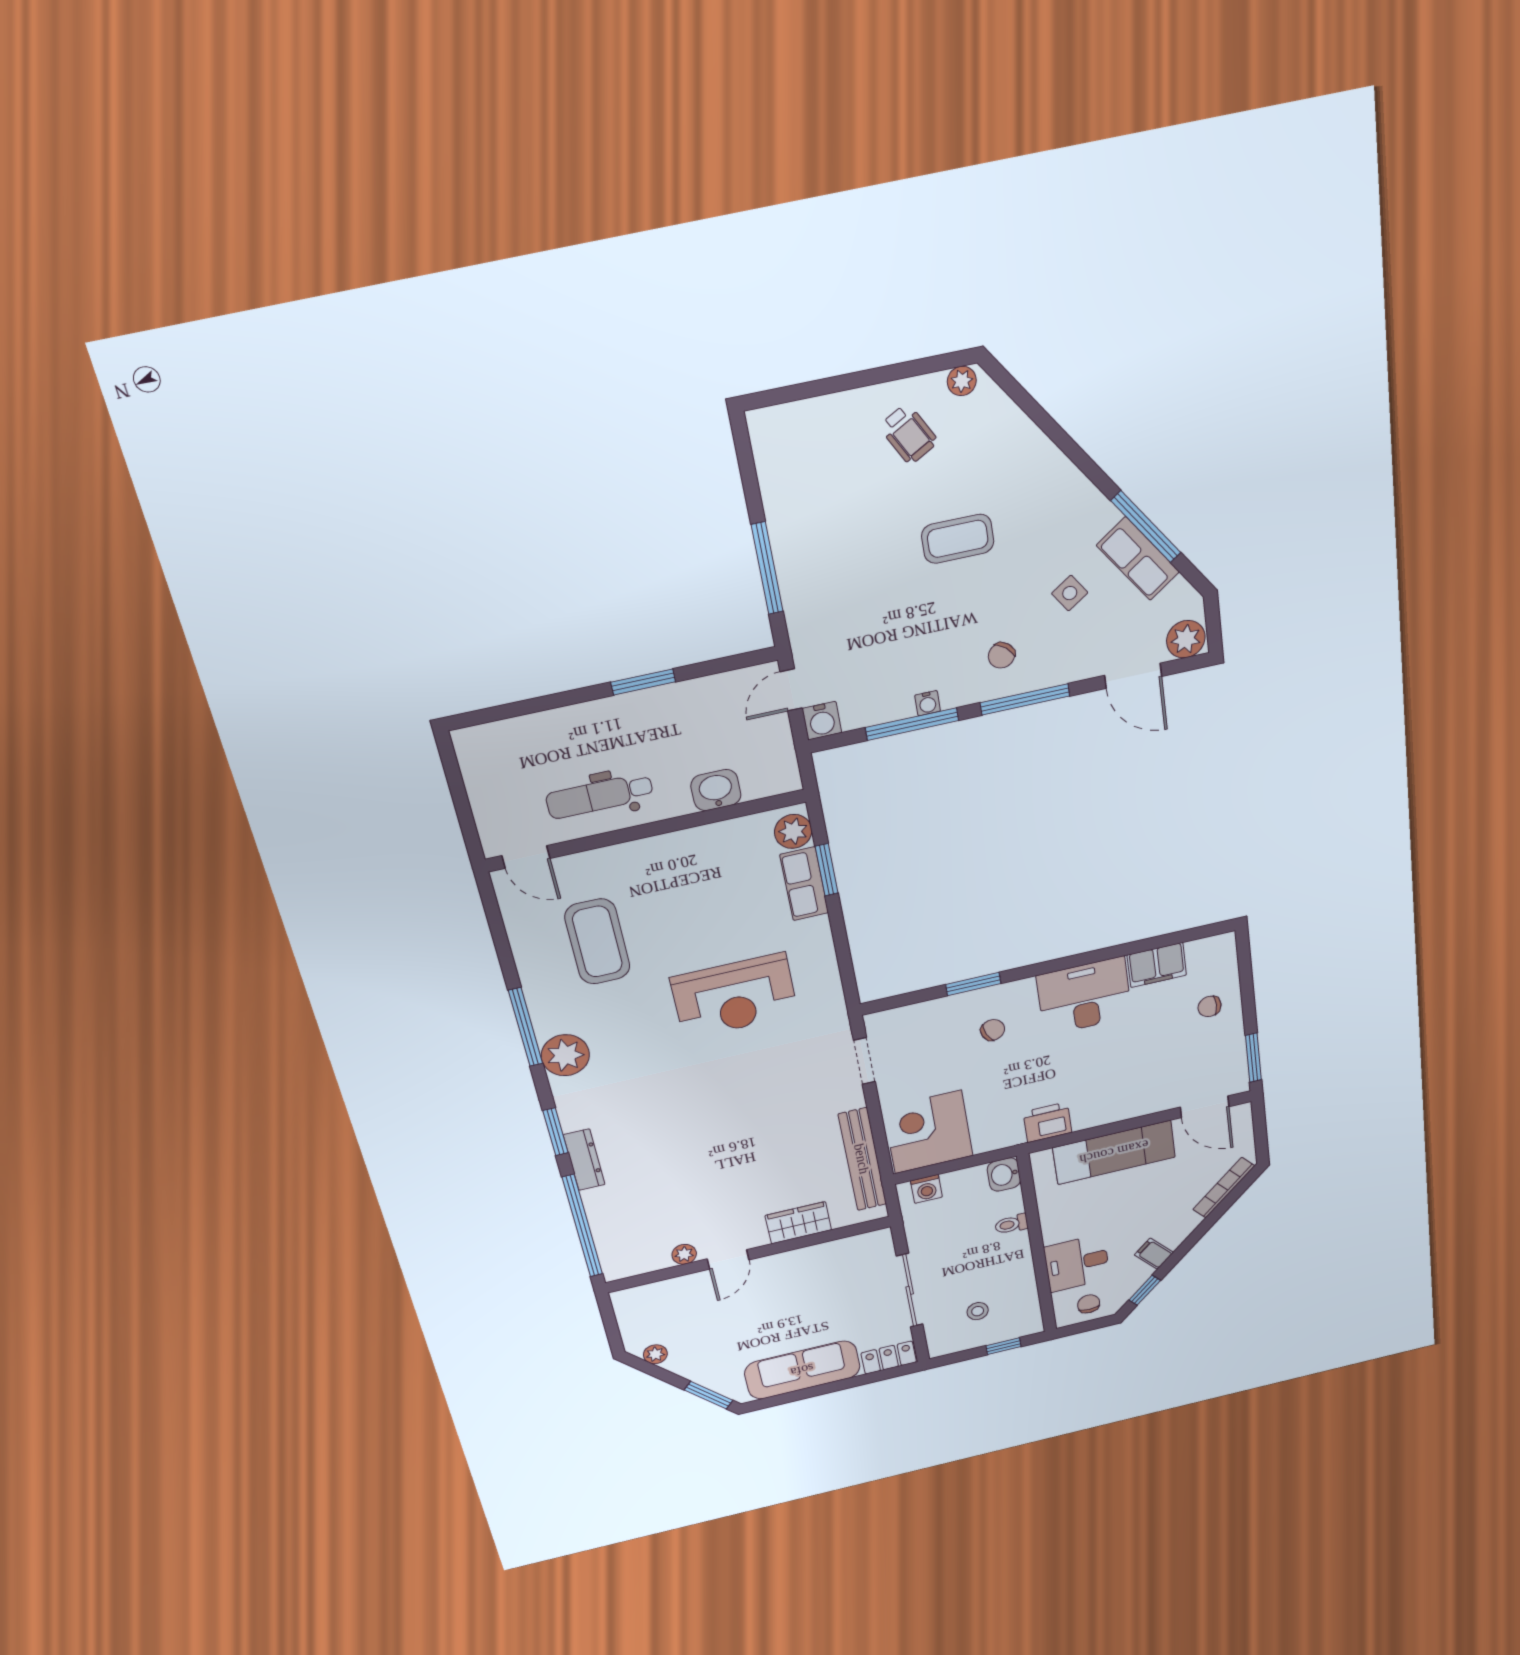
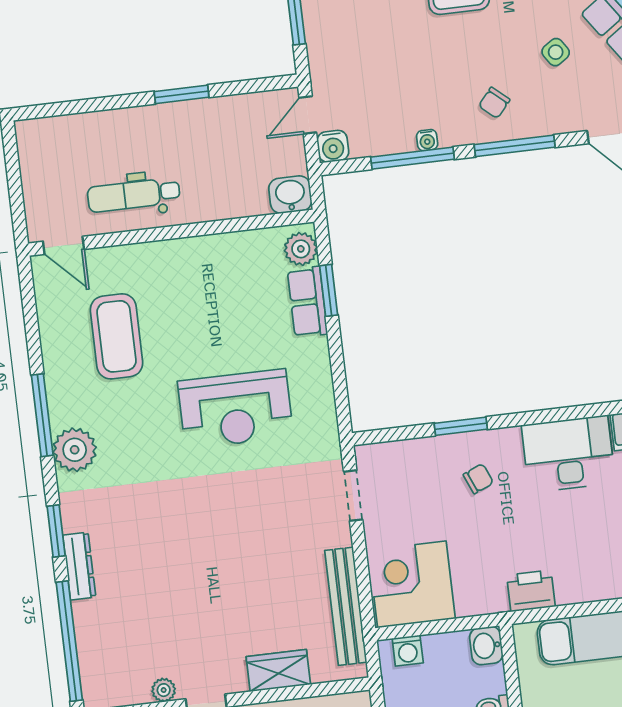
washbasin: (716, 790) -> (290, 195), moved

